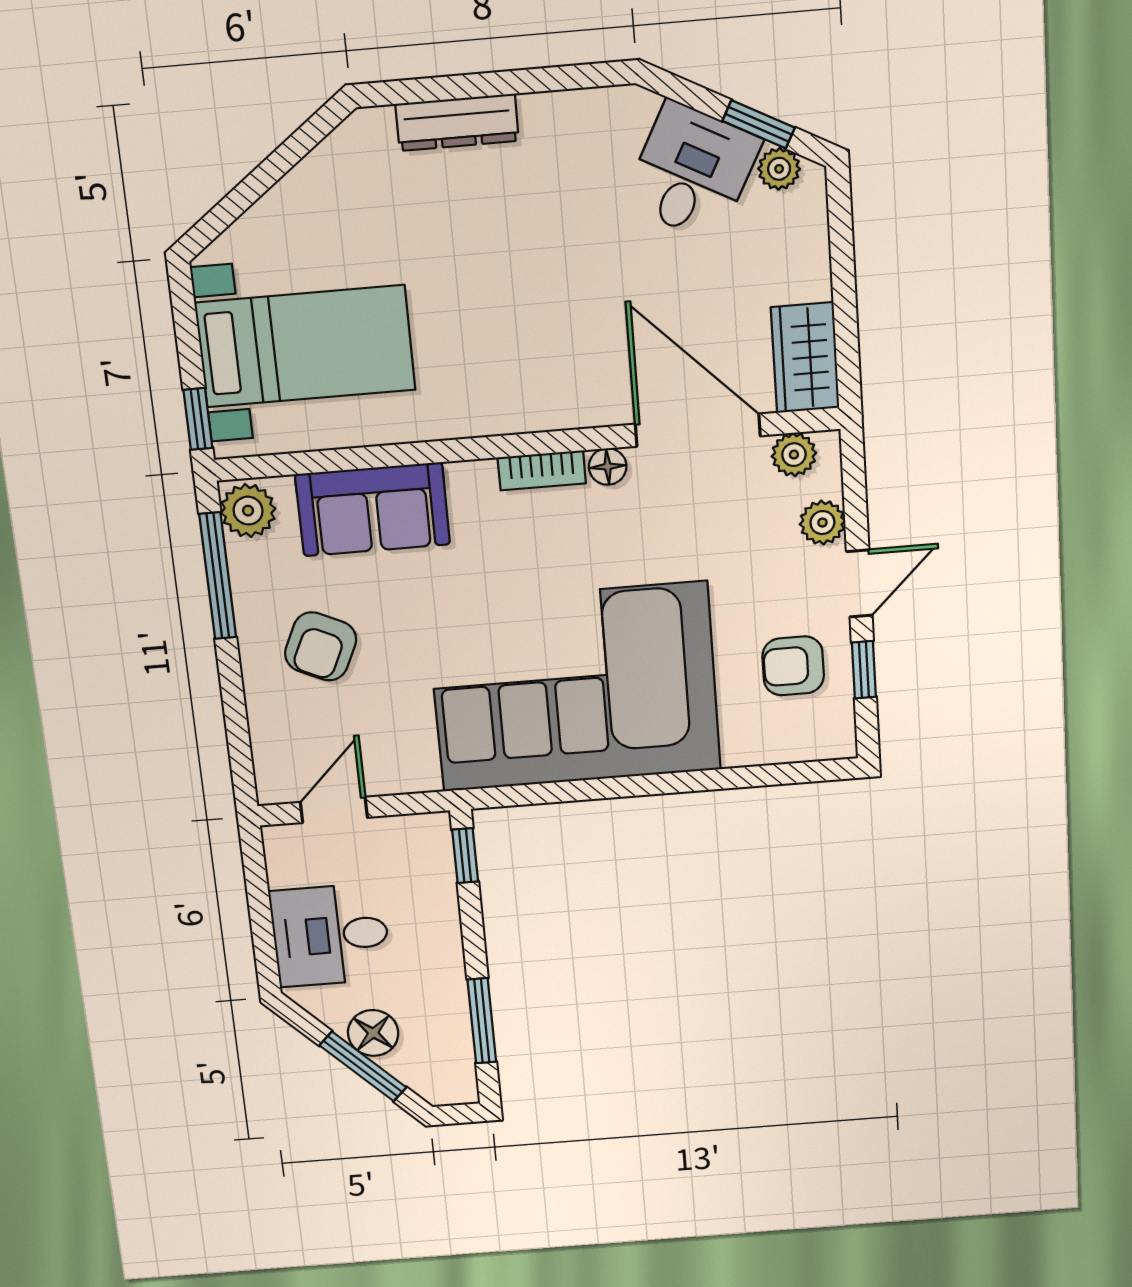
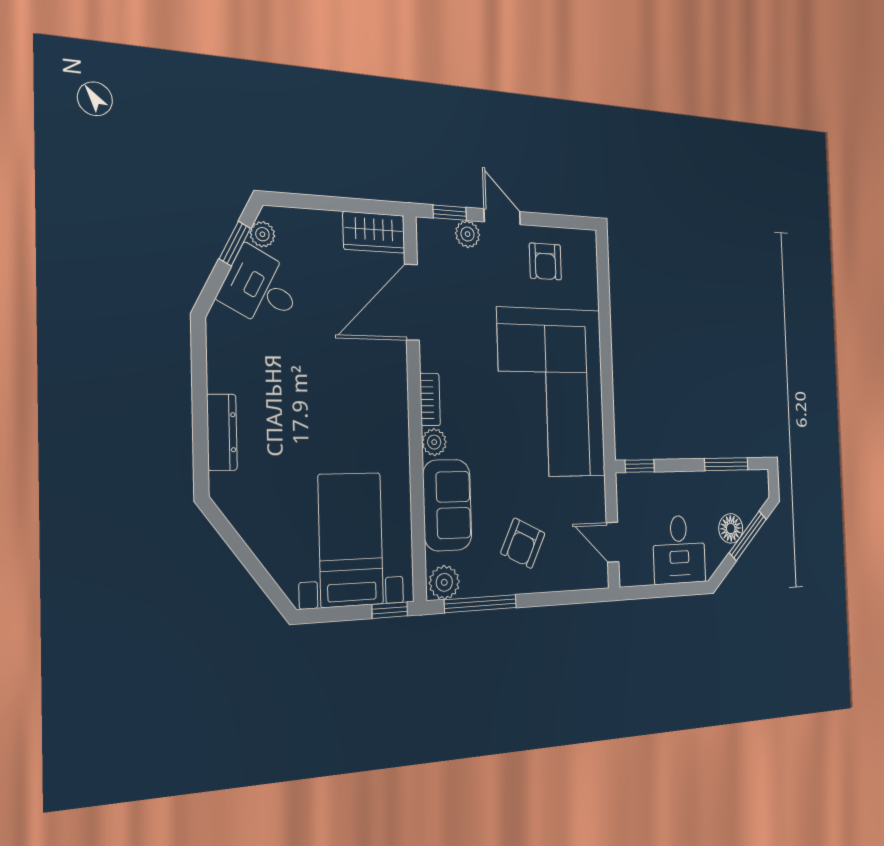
plant: (794, 455) -> (434, 442), moved
floor lamp: (608, 467) -> (430, 359), removed
armchair: (321, 646) -> (523, 543), turned 91
window: (864, 670) -> (450, 213), moved

